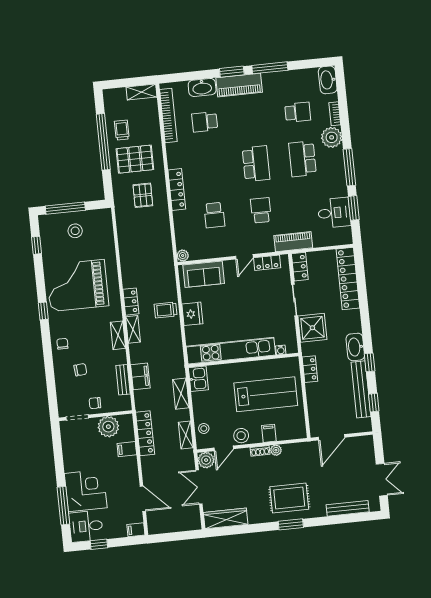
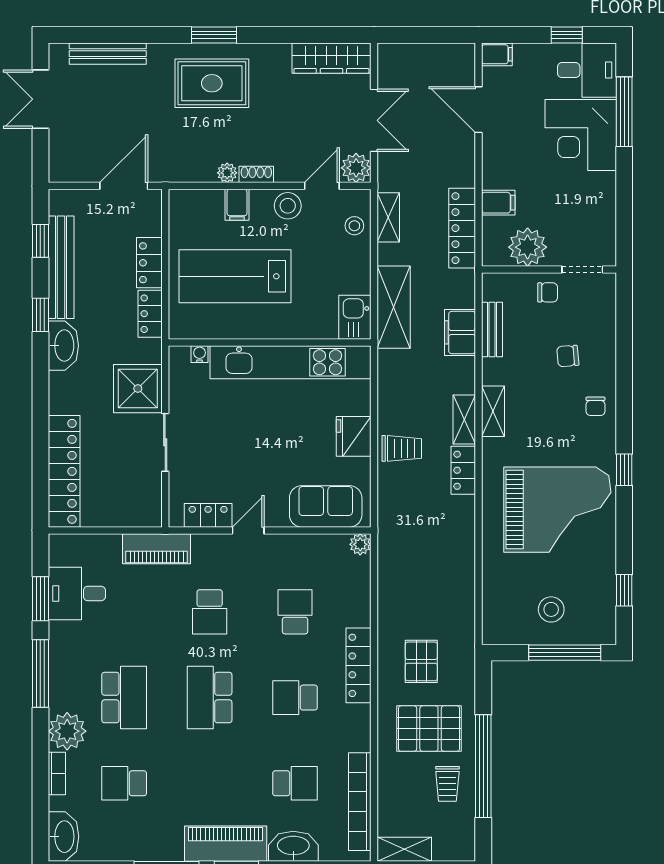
school desk: (210, 168) -> (295, 698), added
locker: (300, 267) -> (149, 263), moved
shelving: (181, 394) -> (394, 307), width x1.50, depth x1.33

